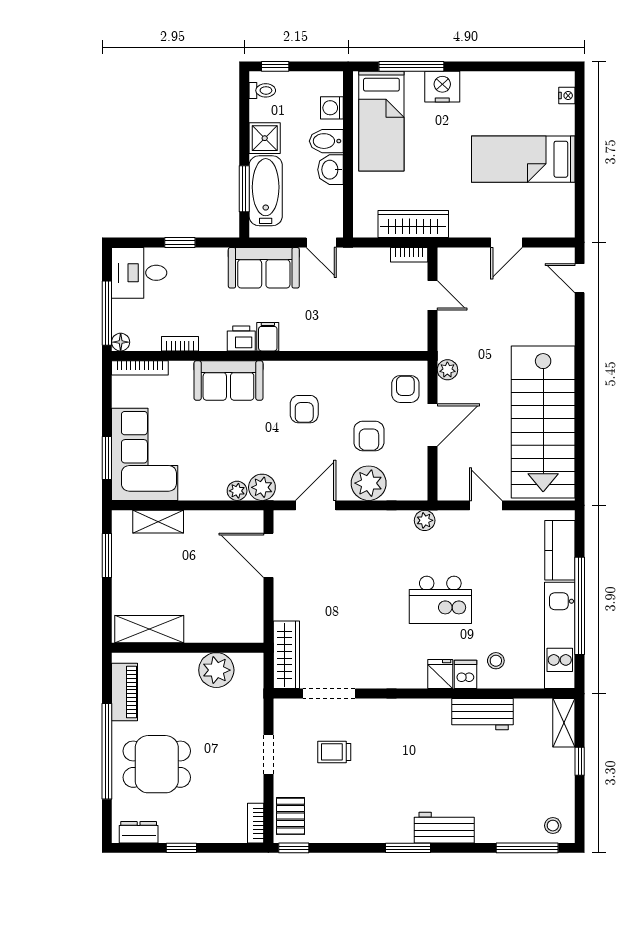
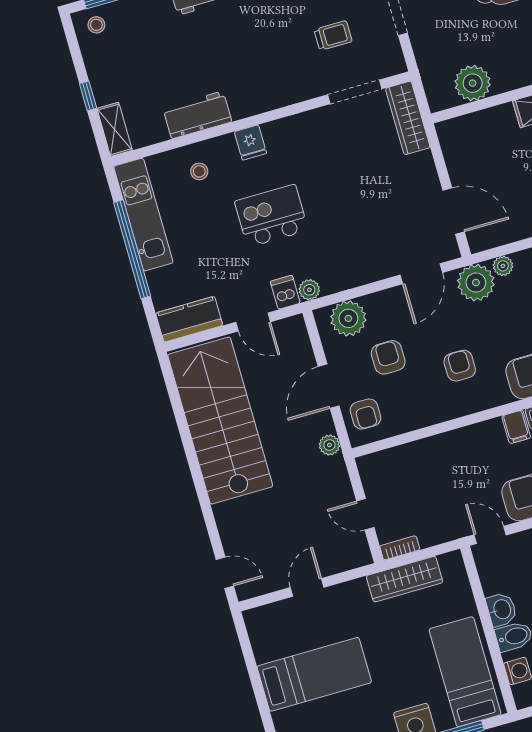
plant: (369, 483) -> (348, 318), moved
plant: (262, 487) -> (476, 283), width x1.36, depth x1.36
kitchen counter: (560, 550) -> (189, 319), moved, turned -90
dishwasher: (466, 674) -> (285, 292), moved, turned 180

